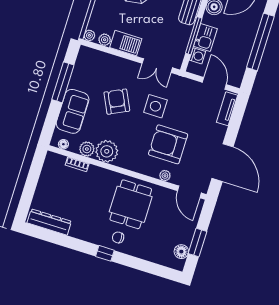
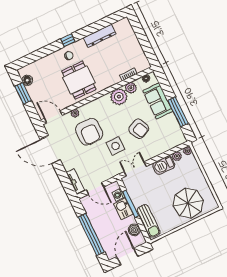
armchair: (168, 144) -> (89, 132), turned 90
dresser: (49, 222) -> (100, 36), moved

